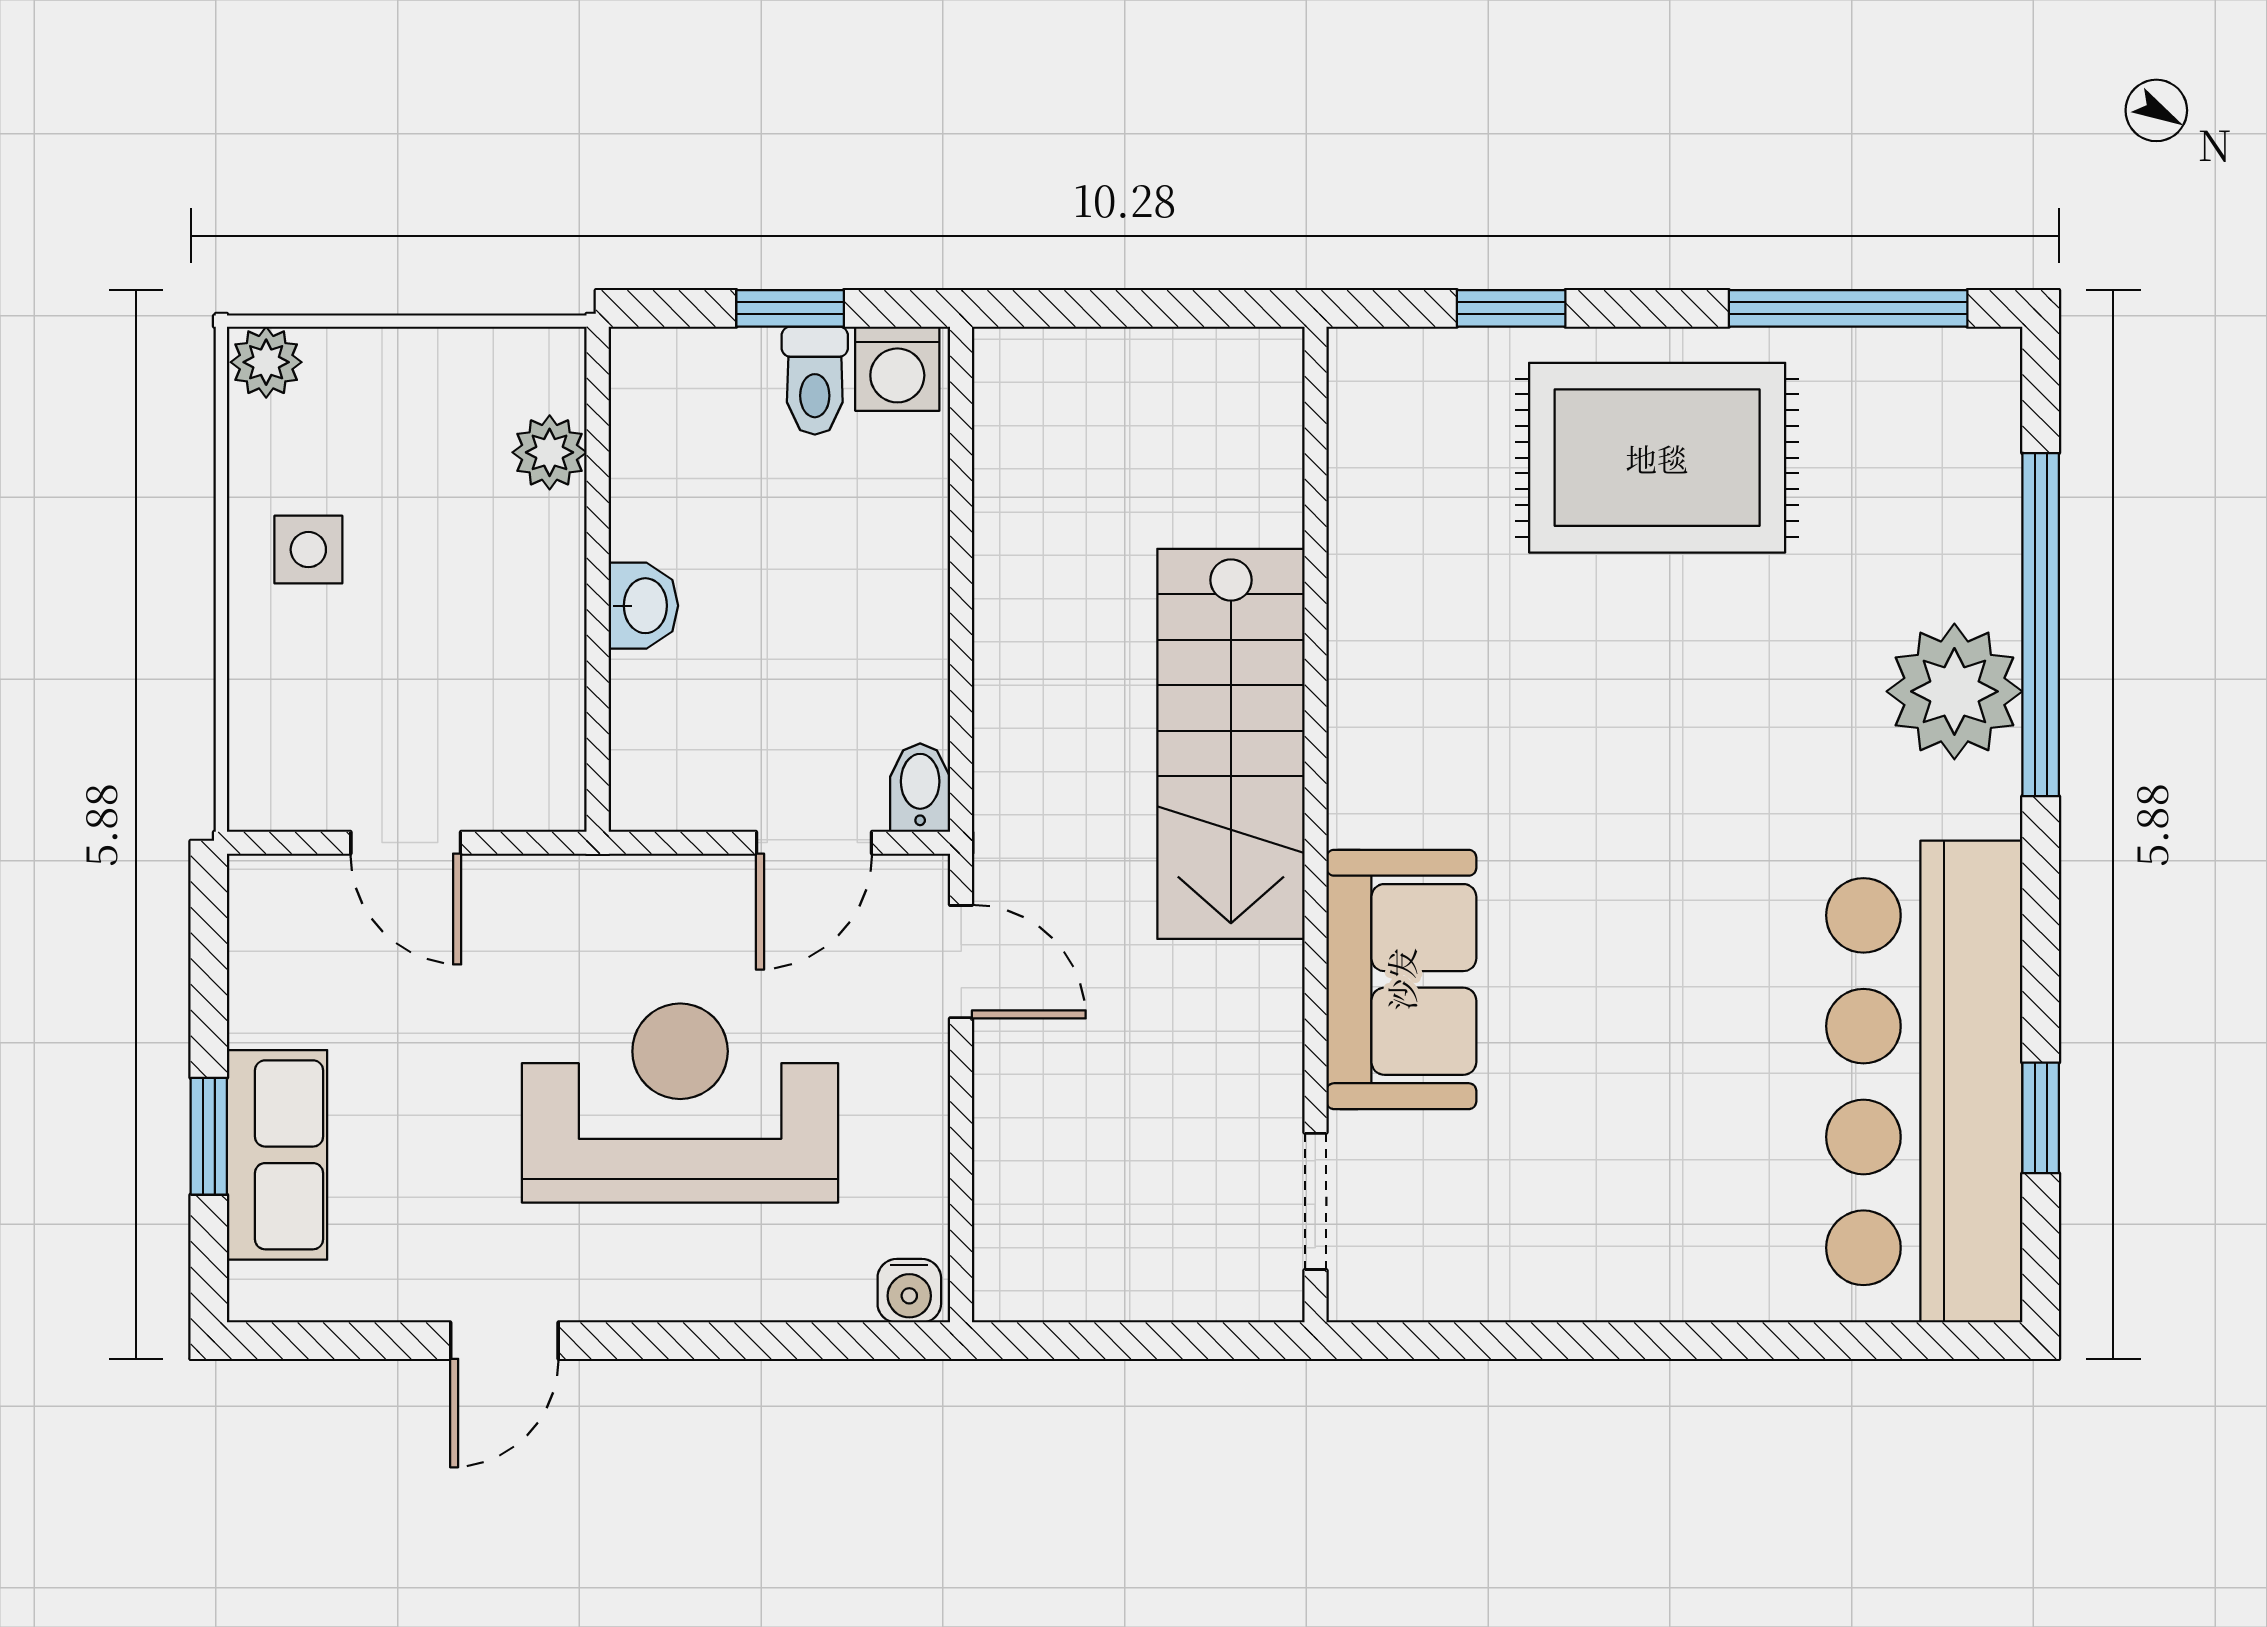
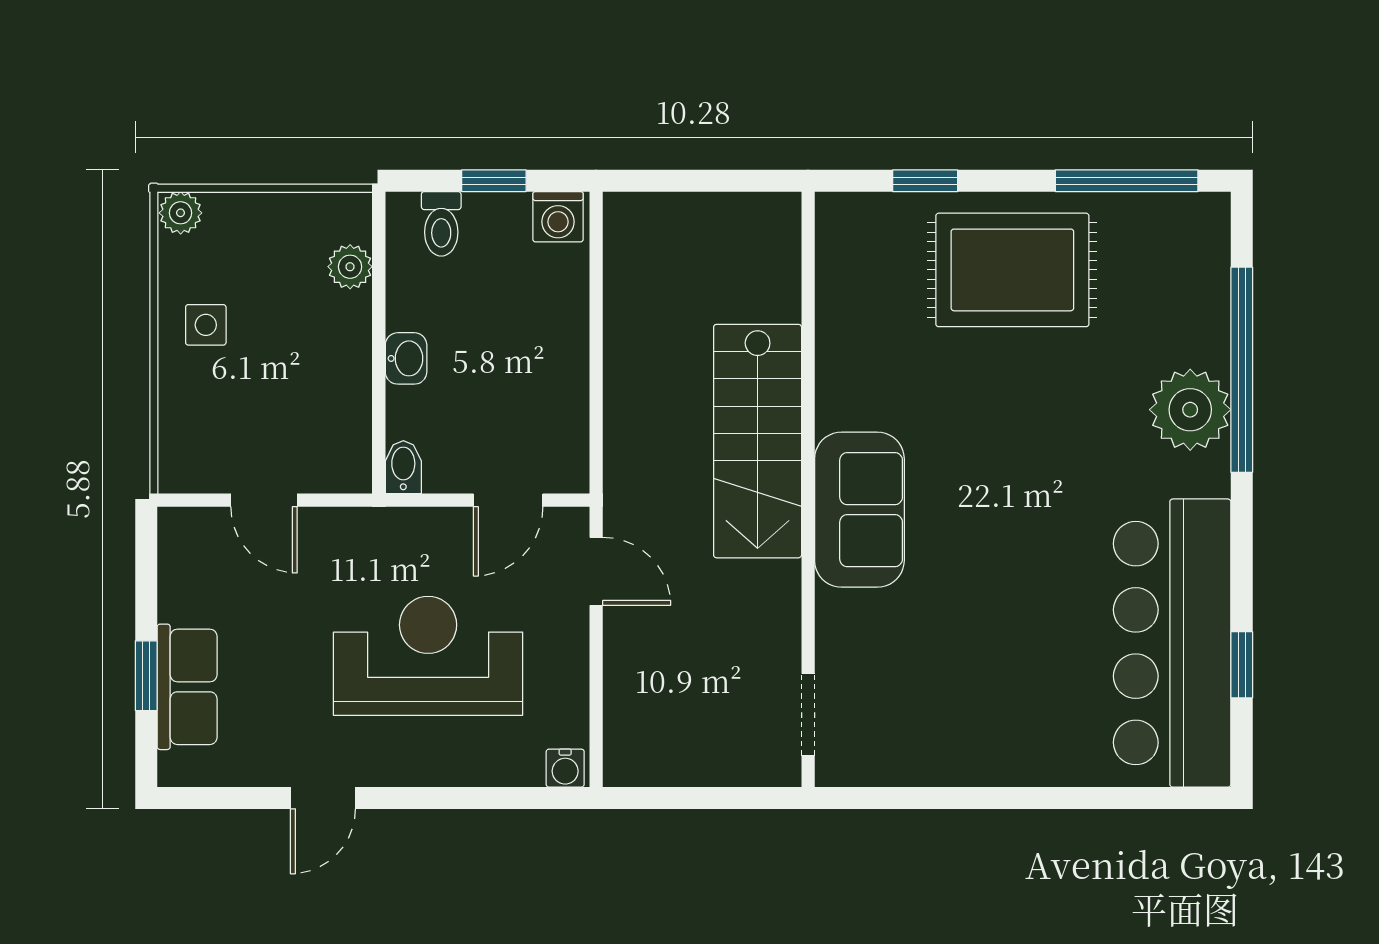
toilet: (815, 381) -> (441, 224), moved
bidet: (920, 788) -> (403, 467), moved
sofa: (1401, 979) -> (859, 510), moved

